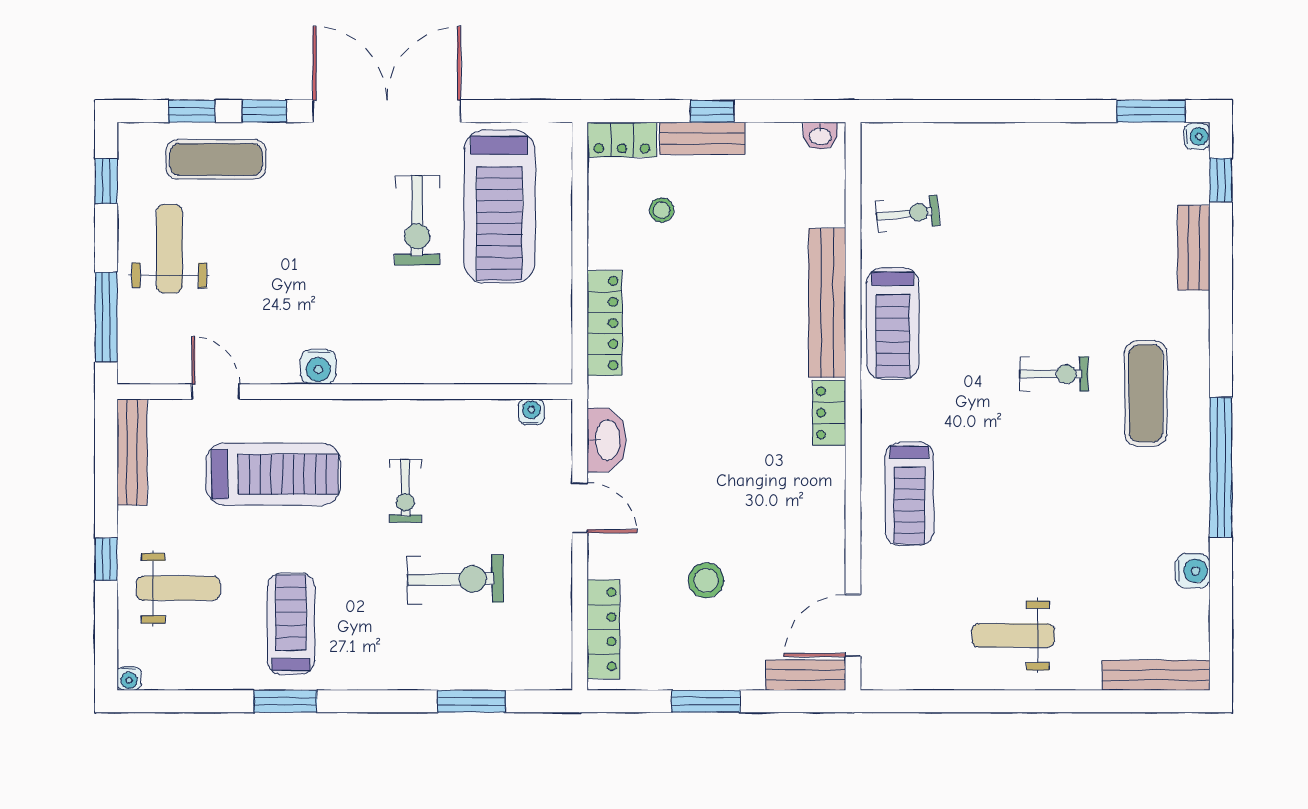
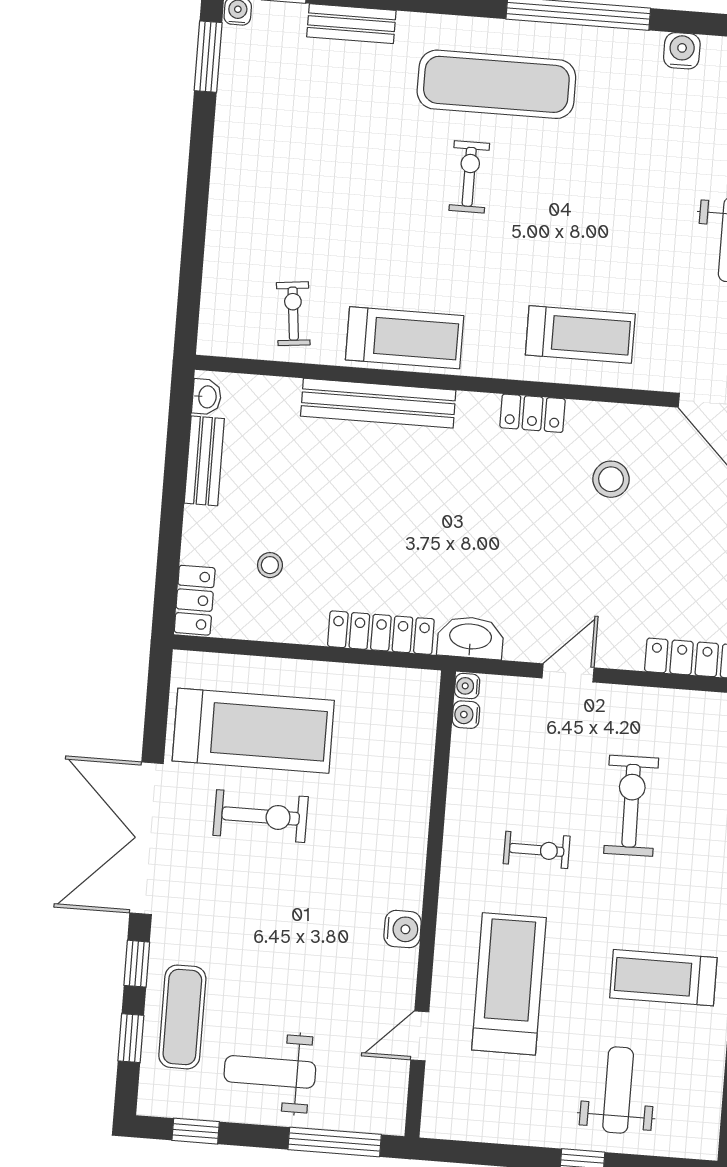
window: (712, 111) -> (173, 505), removed
bench: (702, 138) -> (204, 461), moved
exercise mat: (1146, 393) -> (496, 84), width x1.36, depth x1.45
locker: (829, 413) -> (533, 413), moved
washbasin: (606, 440) -> (470, 638), moved
bench: (132, 452) -> (475, 1126), removed
stool: (706, 580) -> (611, 479), moved
water cooler: (129, 678) -> (467, 686), moved, turned 180

